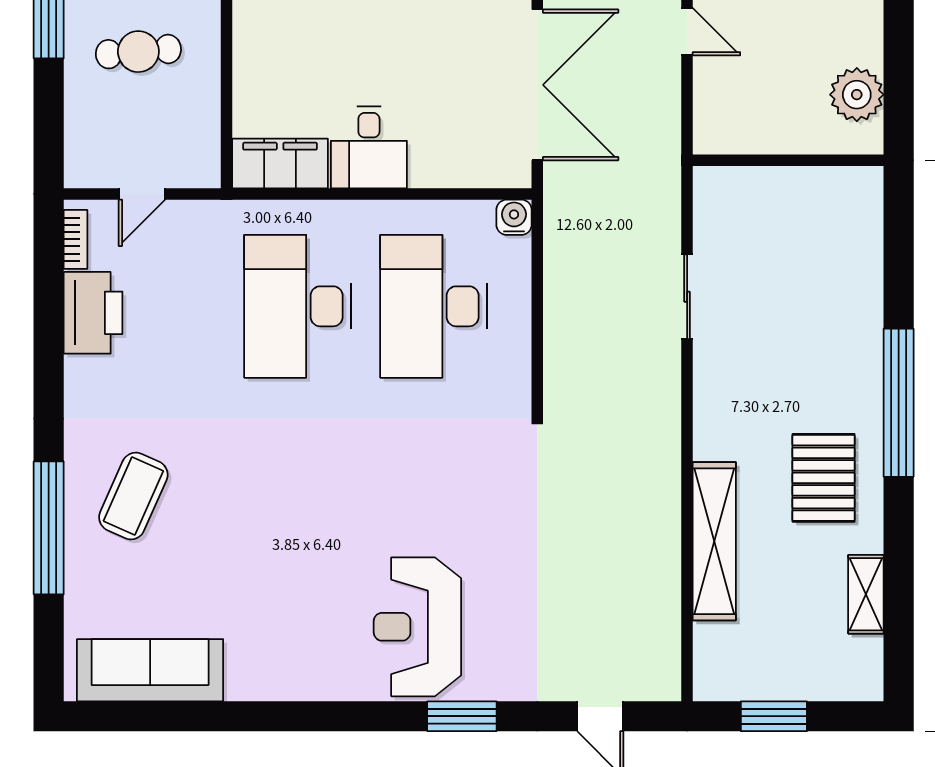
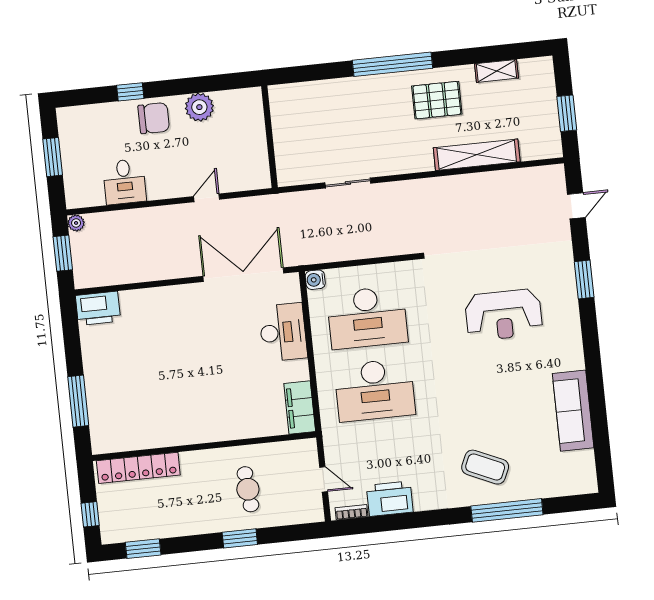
plant: (857, 95) -> (199, 107), moved
desk: (369, 147) -> (283, 332), moved, width x1.37
reception desk: (417, 627) -> (504, 315), moved
sofa: (150, 670) -> (573, 411), moved

